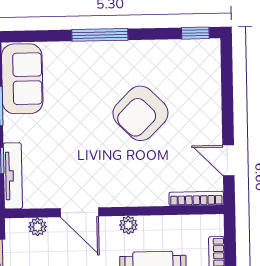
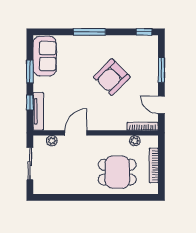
window: (227, 99) -> (161, 70), added
door: (79, 212) -> (76, 133), swing flipped
plant: (128, 225) -> (135, 141), moved

